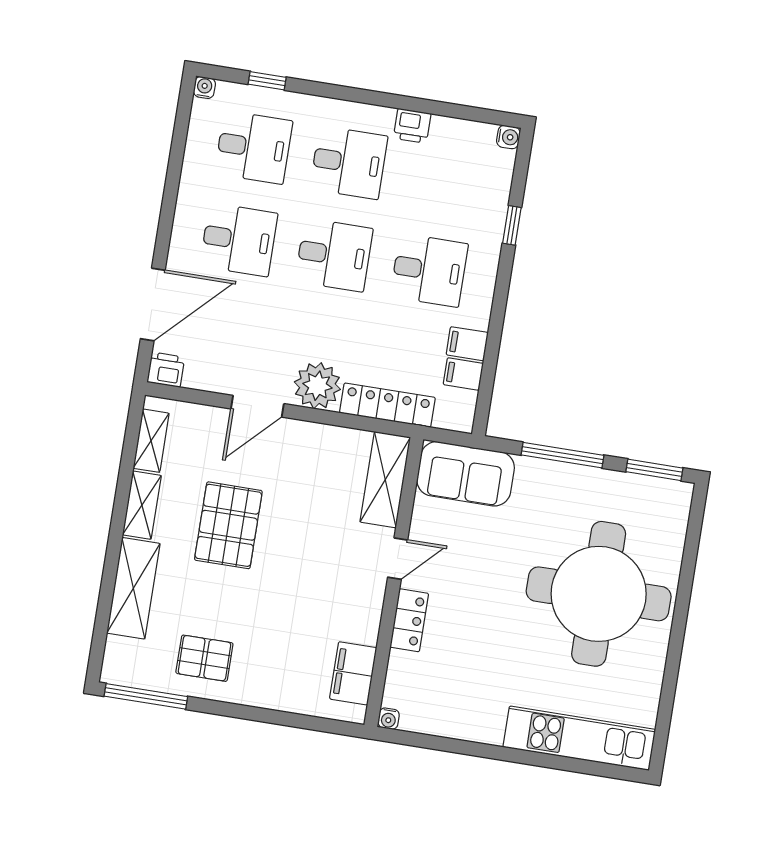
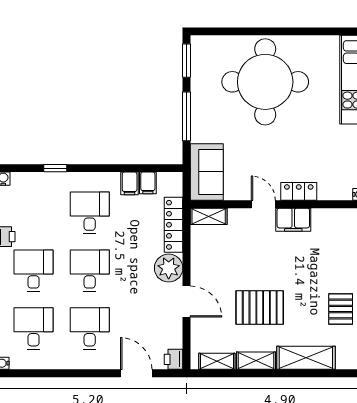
door: (153, 305) -> (136, 373), width x0.73
shelving: (385, 480) -> (209, 216), width x0.67, depth x0.75
filing cabinet: (353, 673) -> (293, 220), moved

